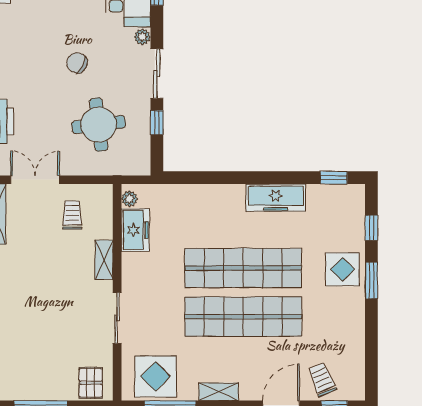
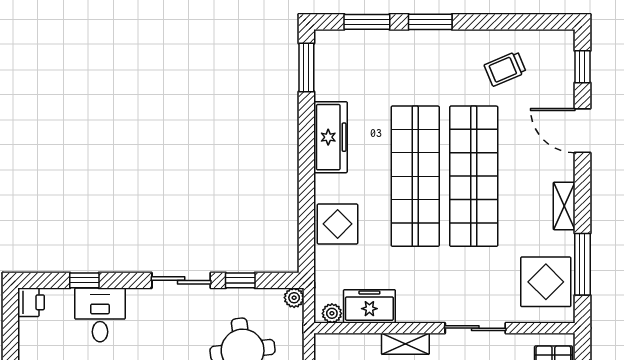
plant: (142, 37) -> (294, 298), moved
window: (334, 178) -> (306, 67), width x1.50
window: (371, 228) -> (367, 22), width x1.50
display table: (343, 269) -> (338, 224), moved
trolley: (322, 380) -> (505, 69), moved

